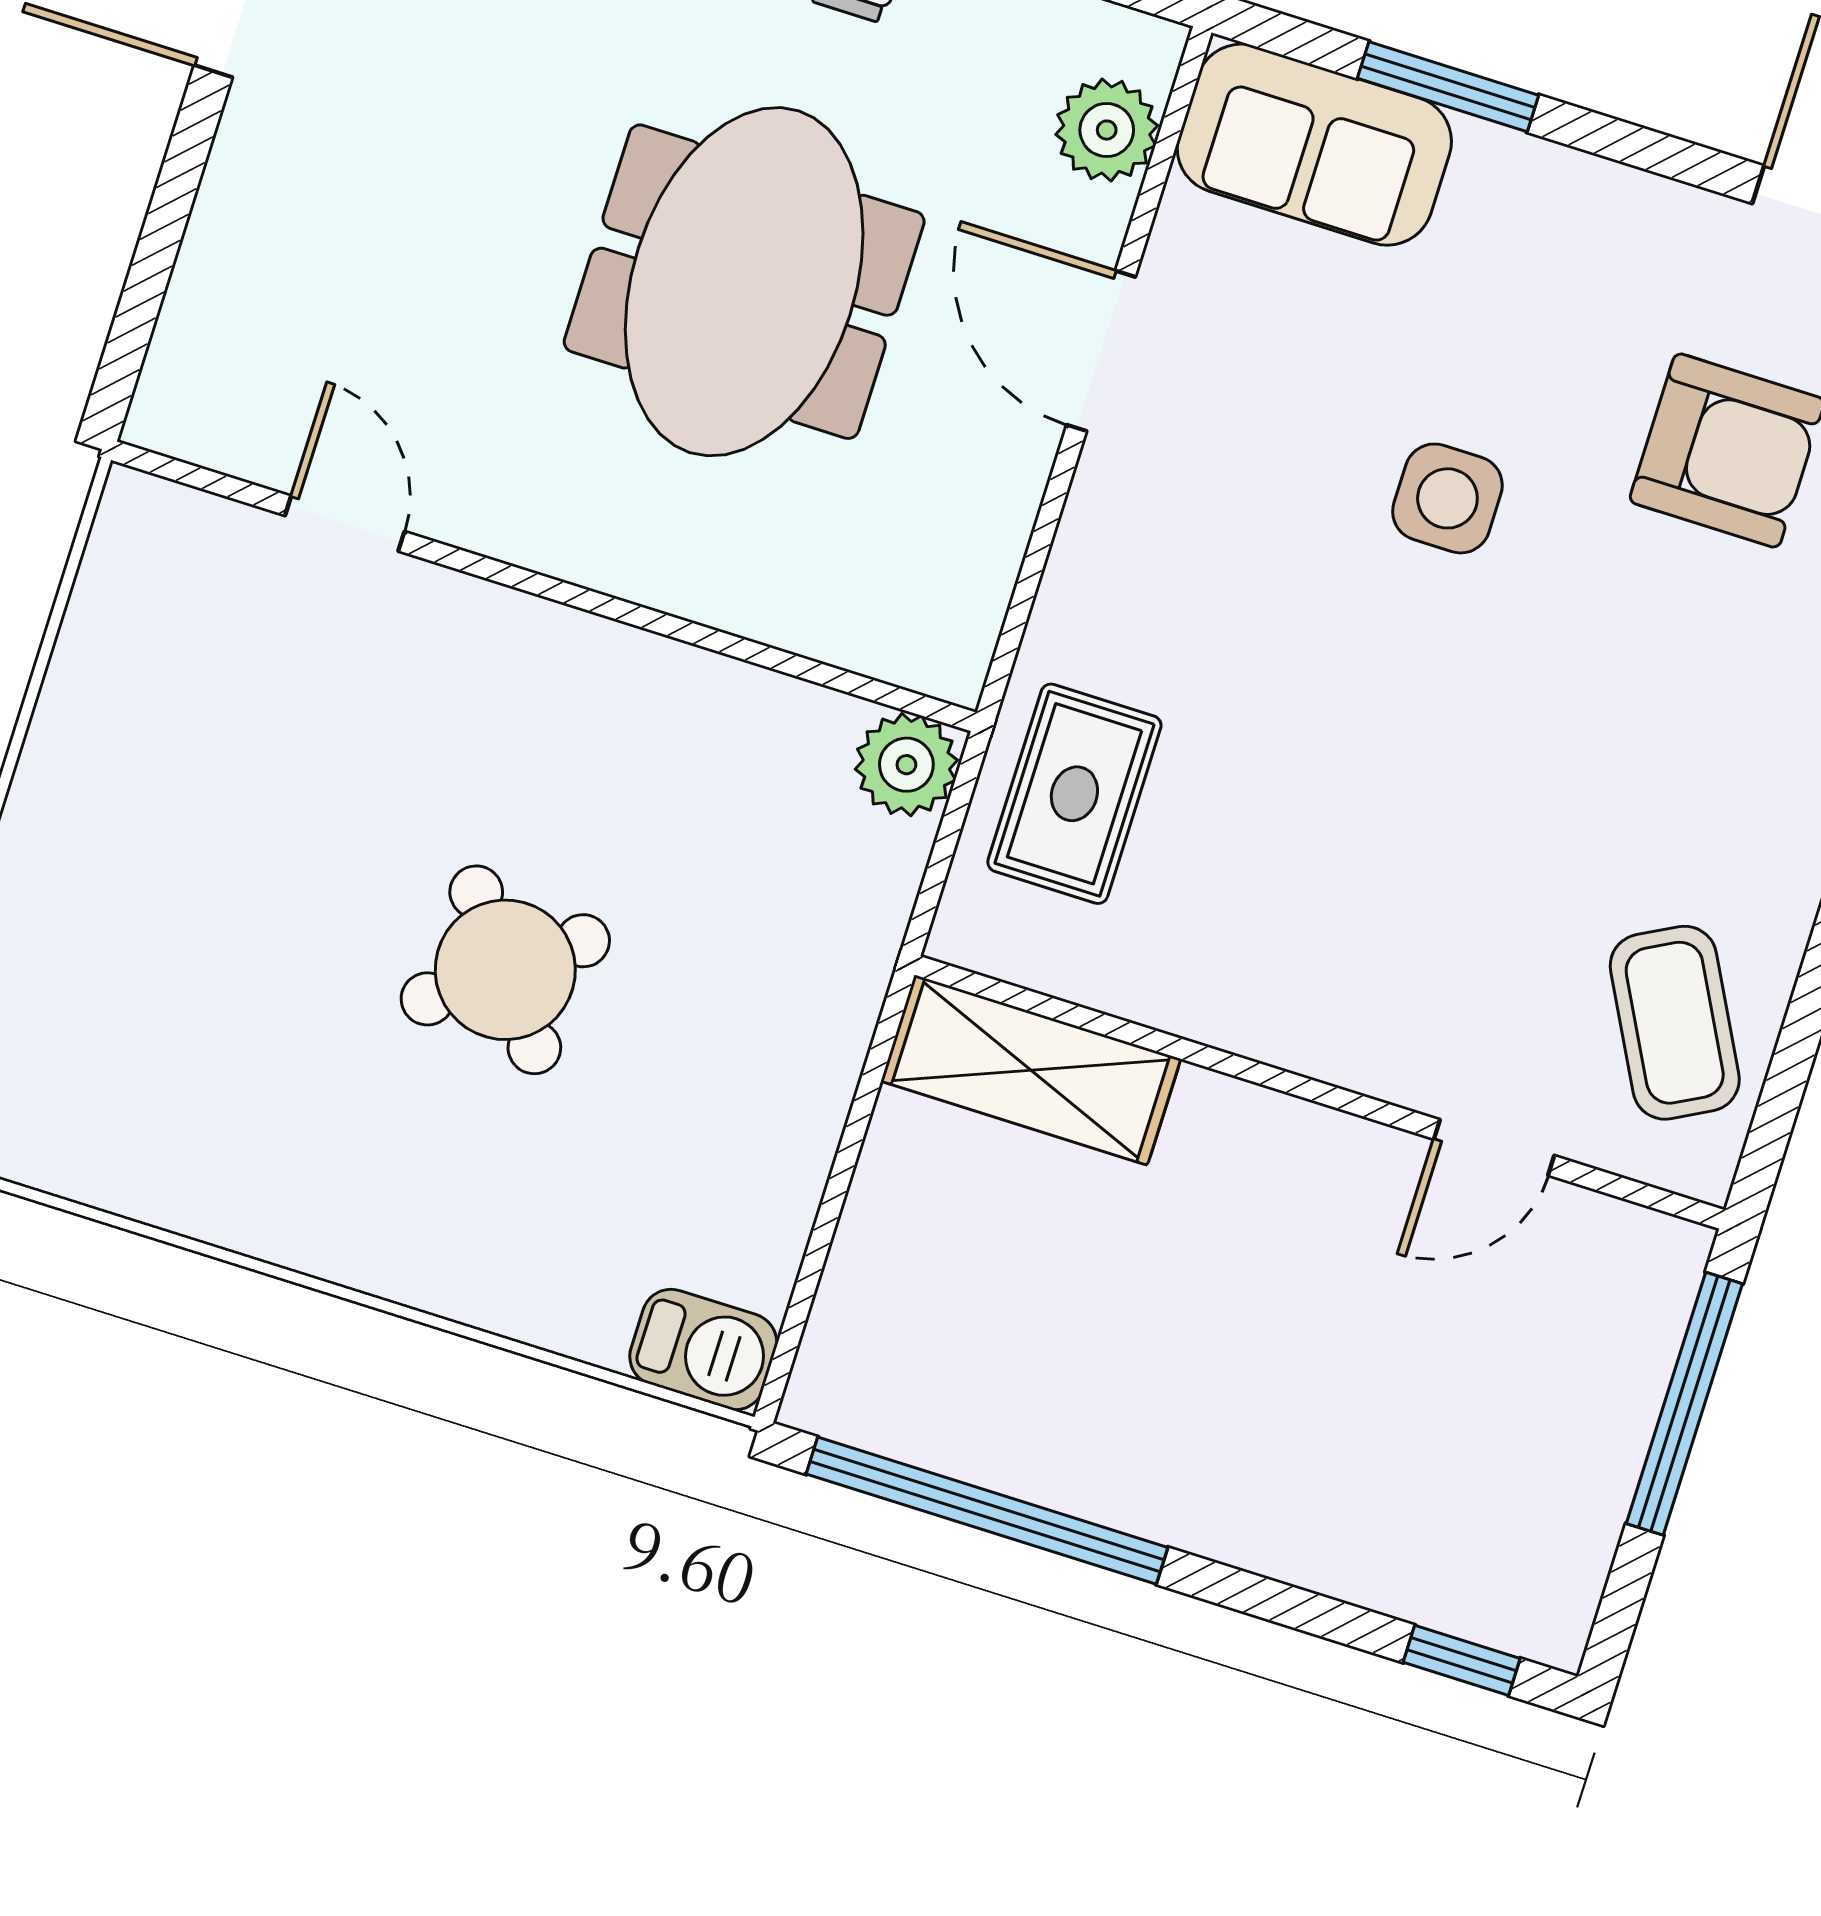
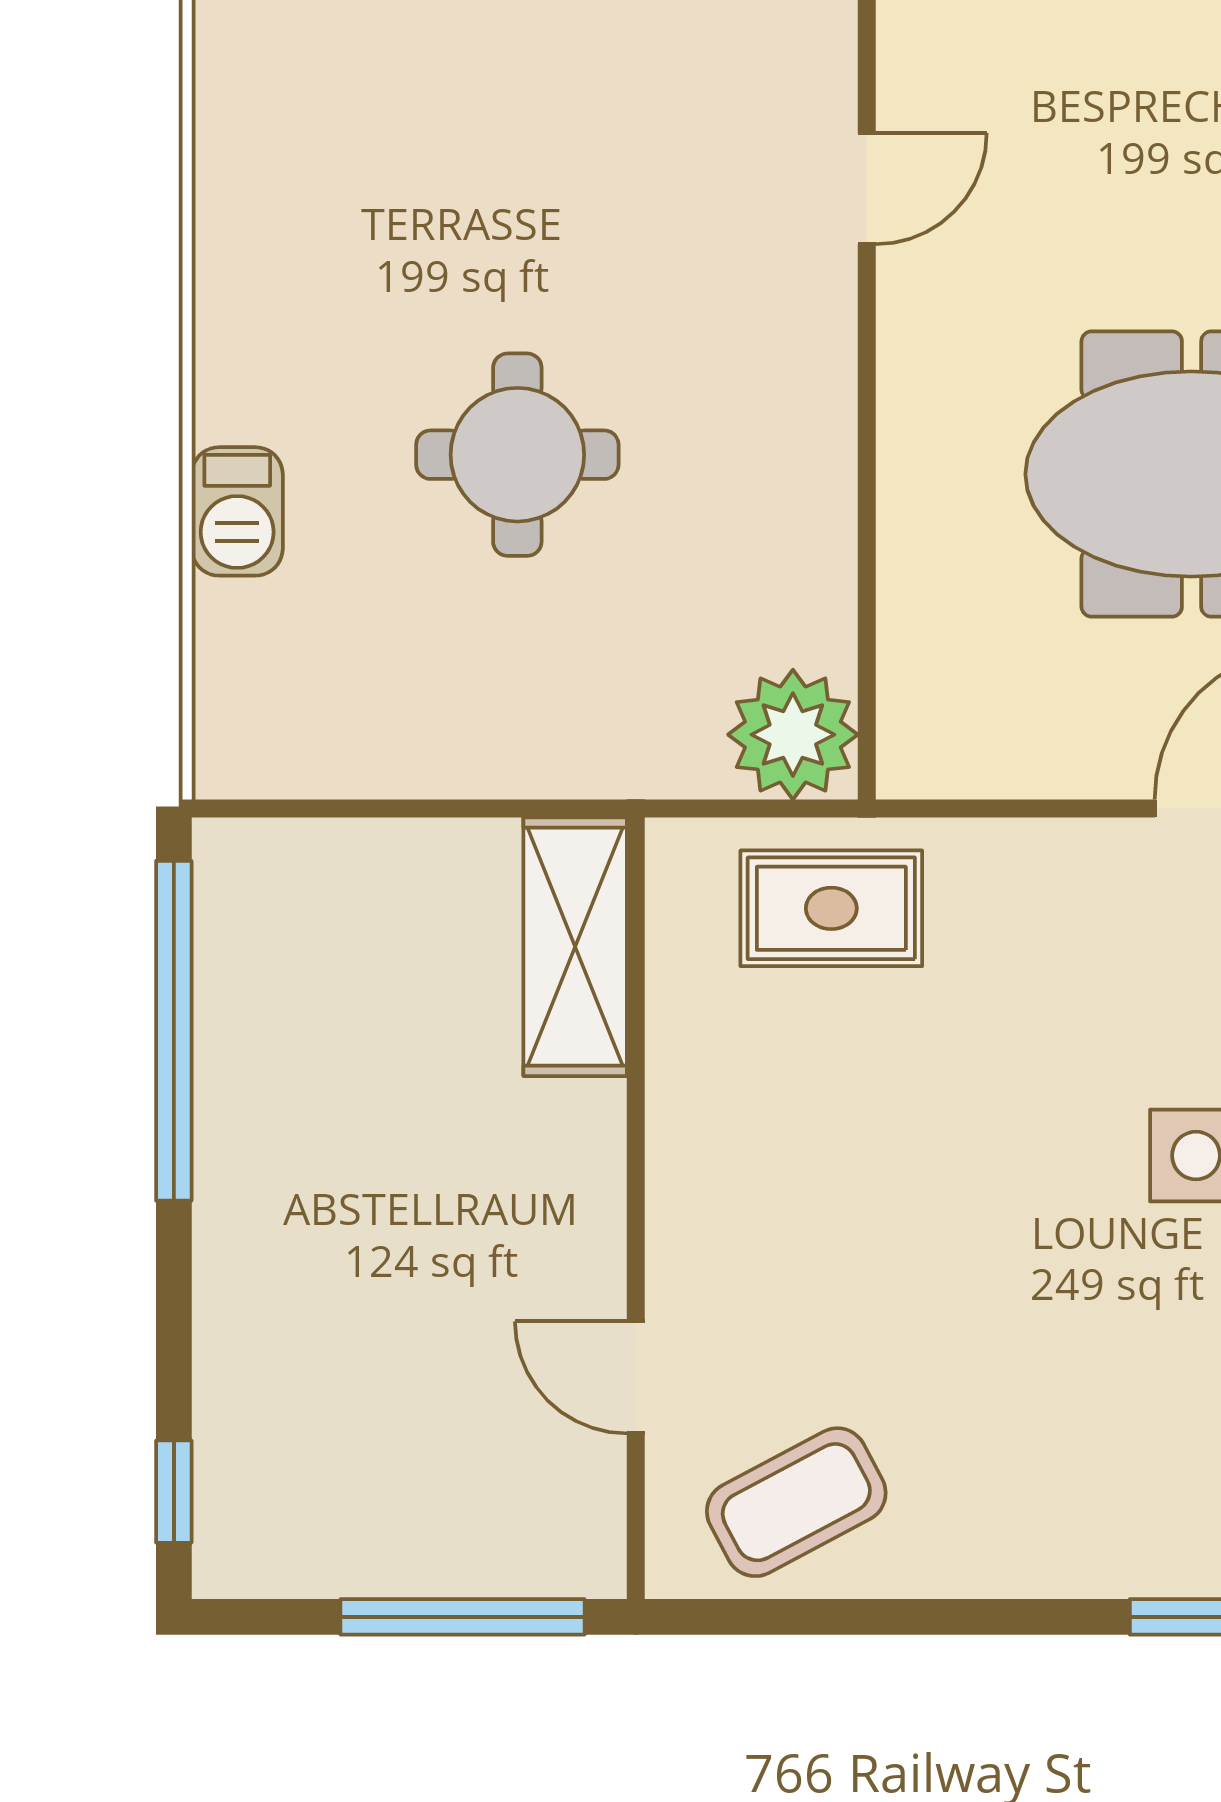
plant: (906, 765) -> (793, 735), width x1.36, depth x1.36
round table: (505, 970) -> (517, 455), turned 38
barbecue: (703, 1349) -> (237, 511), moved

